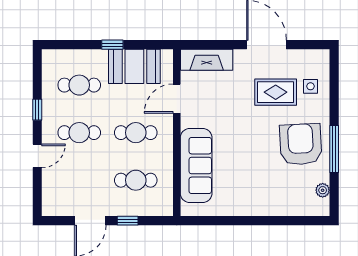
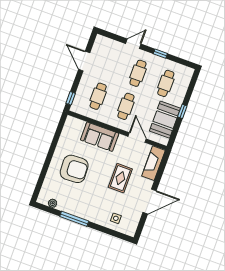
rug: (276, 92) -> (120, 178), moved
armchair: (301, 144) -> (74, 169), moved
door: (37, 156) -> (133, 44), swing flipped
sofa: (196, 166) -> (100, 137), width x0.73
window: (128, 221) -> (71, 98), moved

